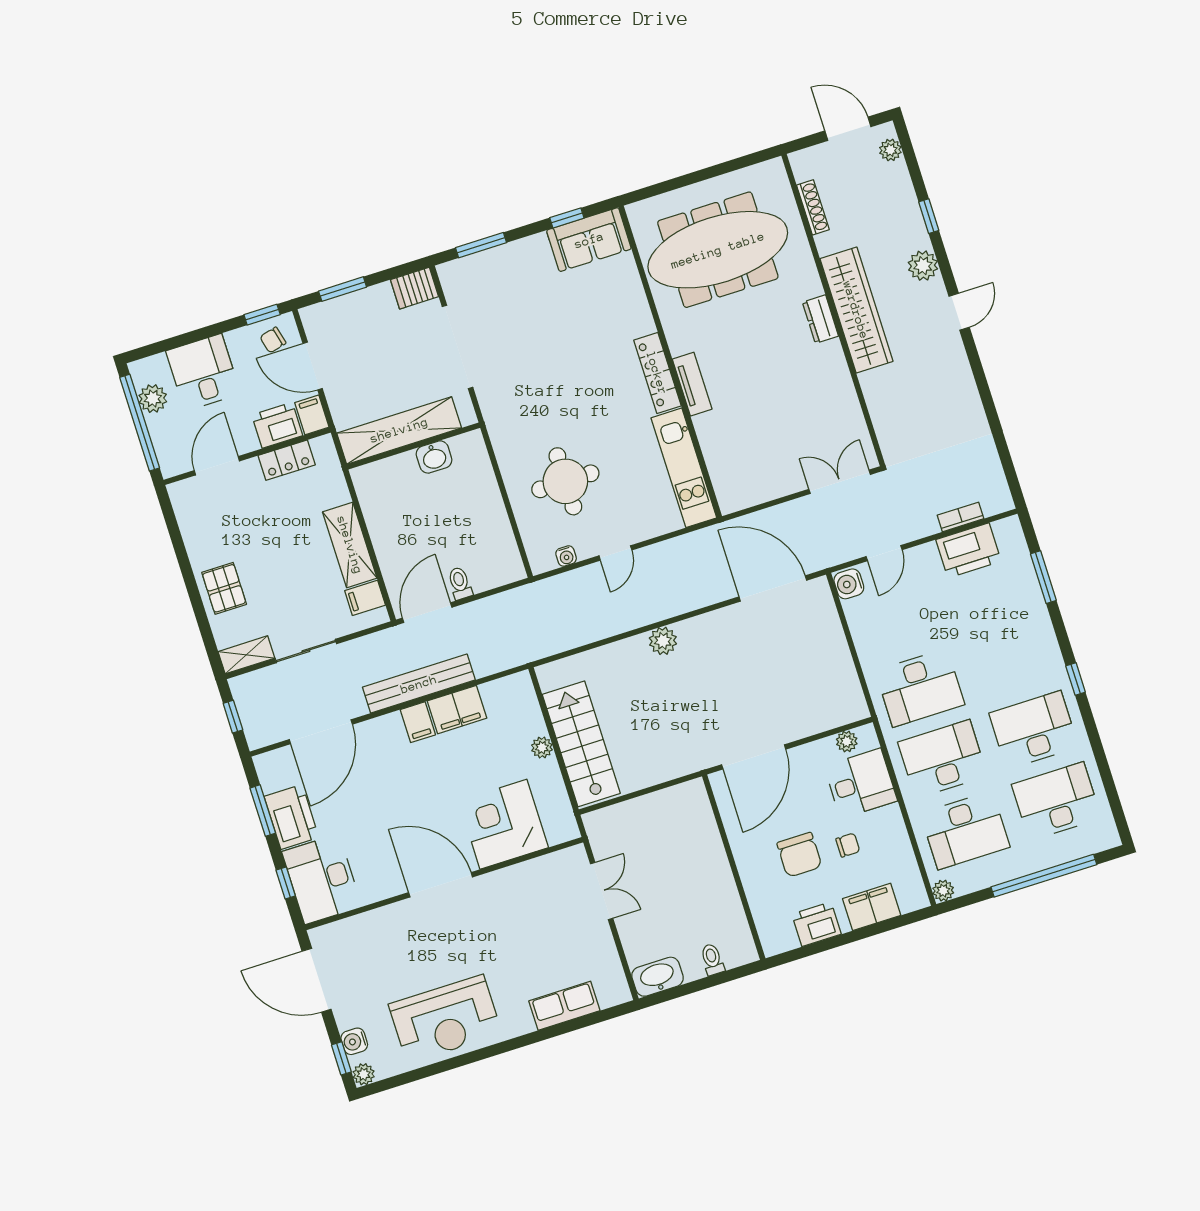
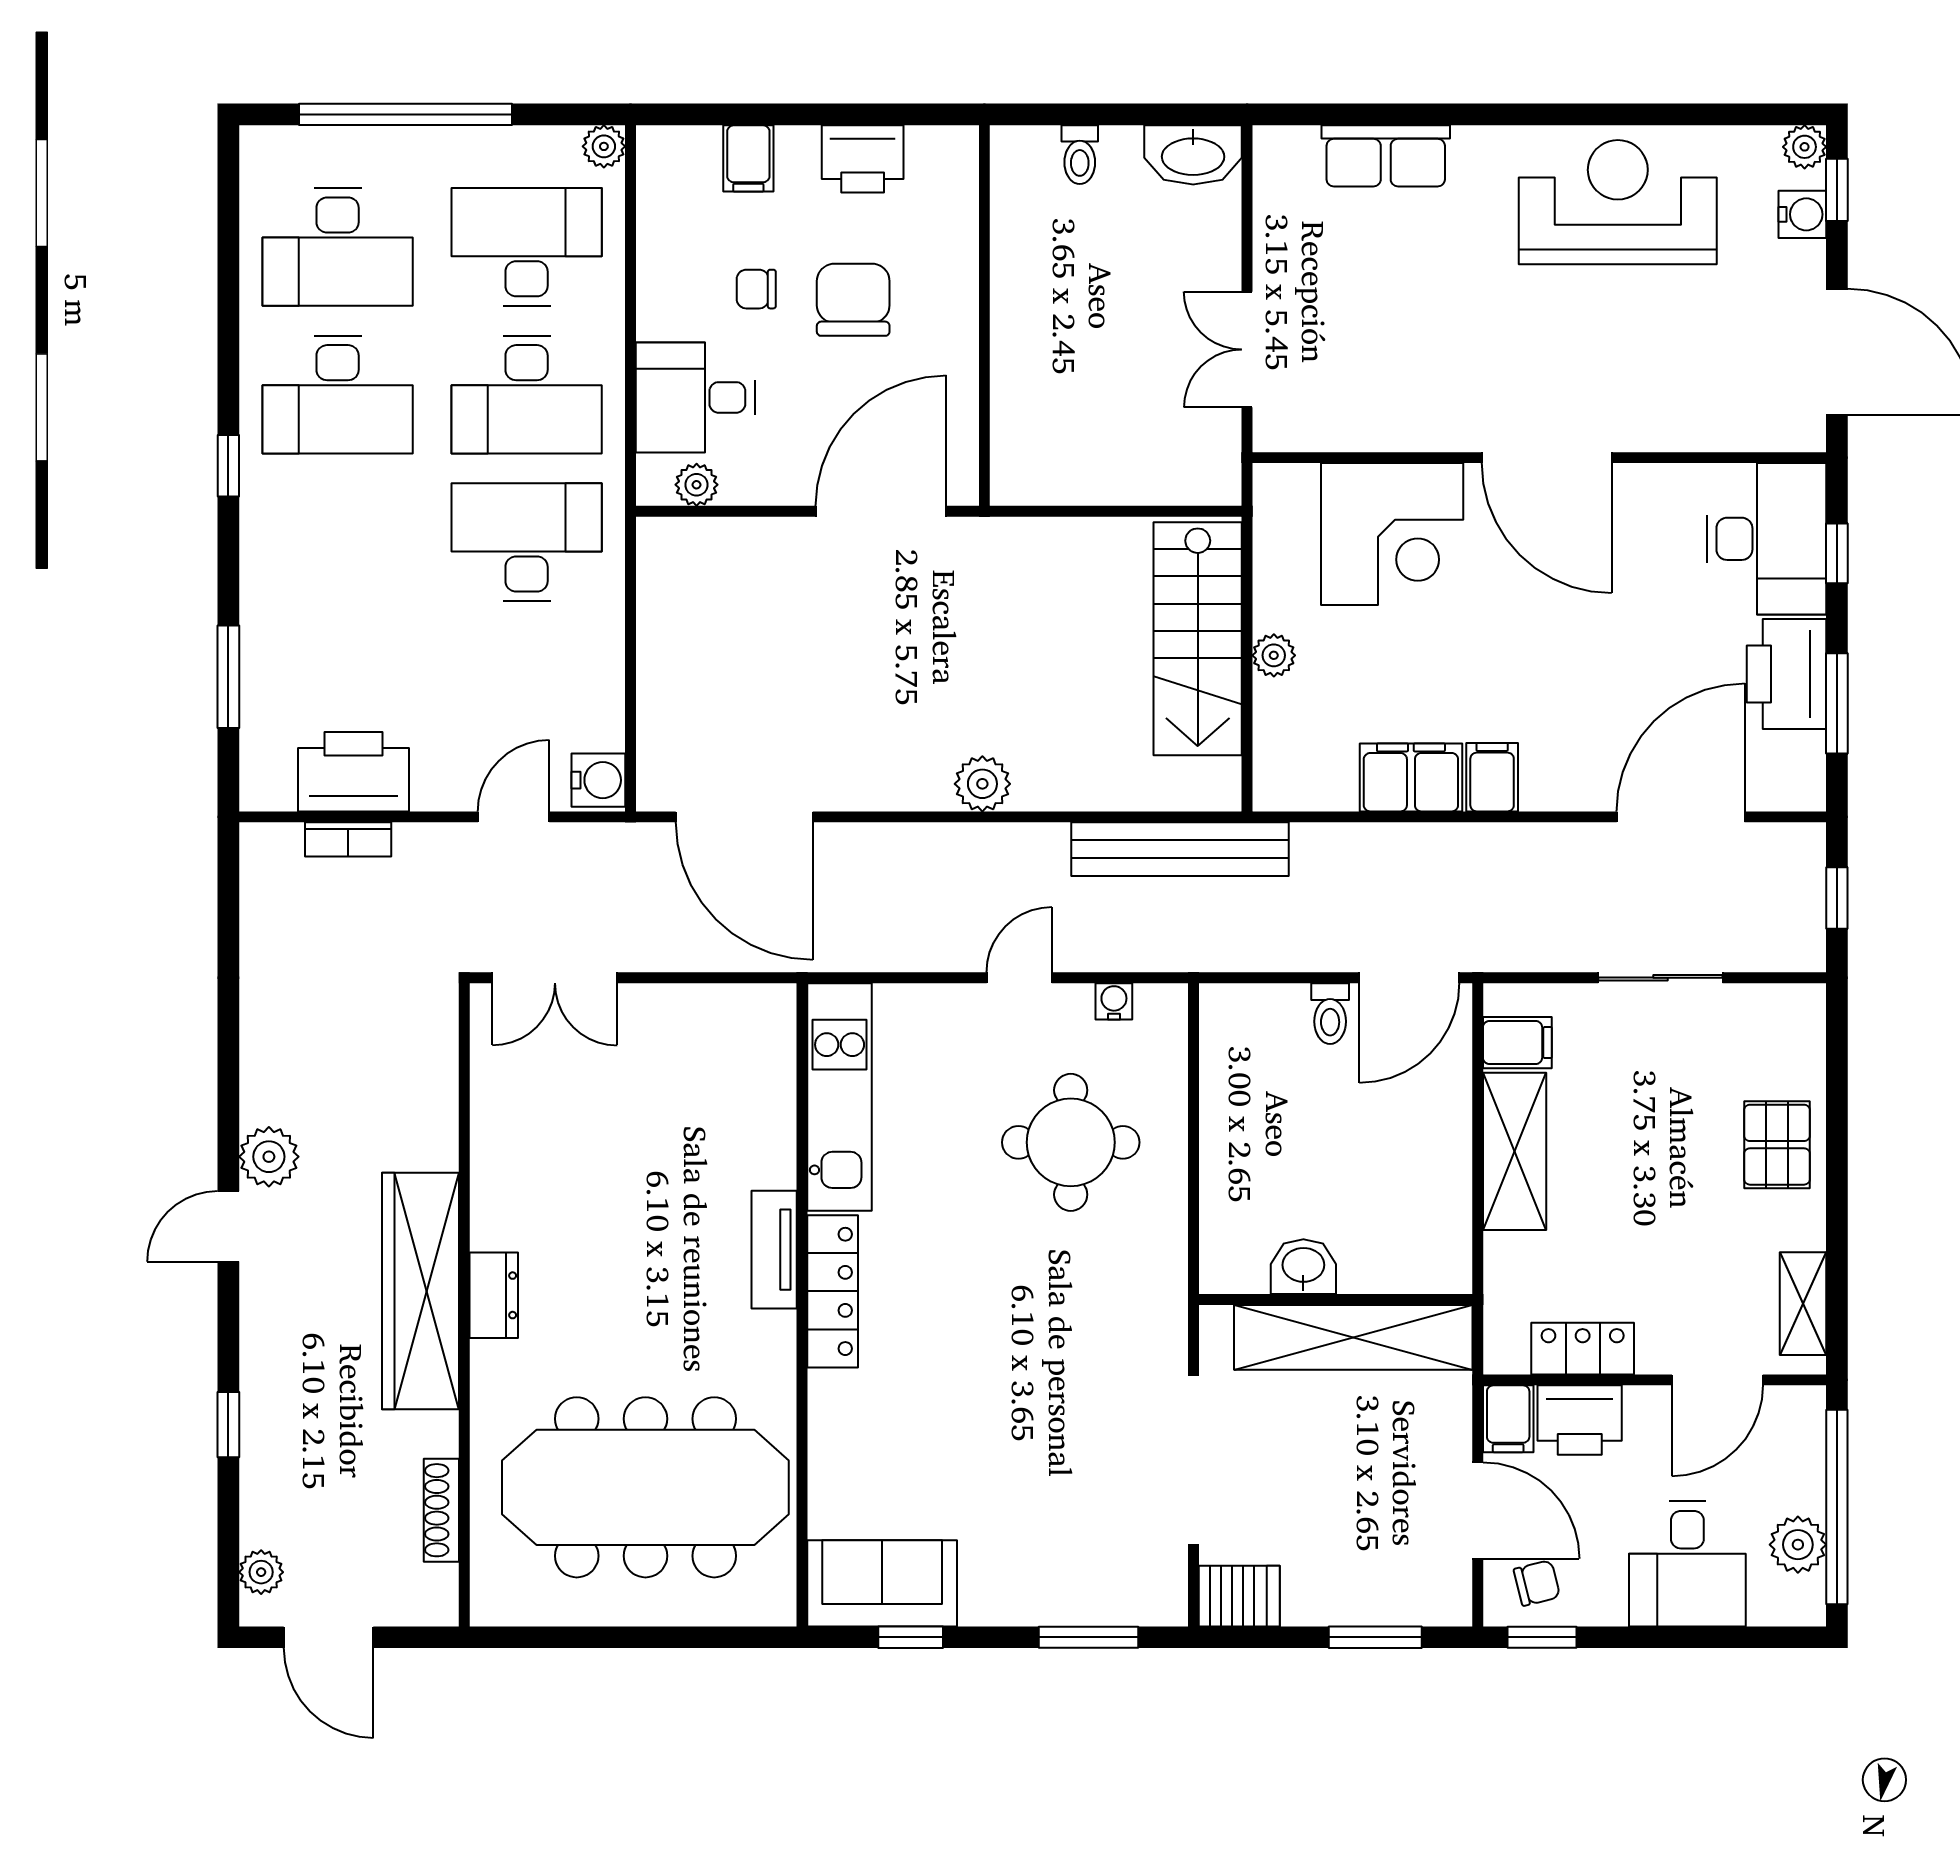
plant: (923, 266) -> (269, 1157), moved
shelving: (246, 655) -> (1803, 1304), moved, turned 90
bench: (419, 684) -> (1180, 849), moved
filing cabinet: (872, 907) -> (748, 158), width x0.50

